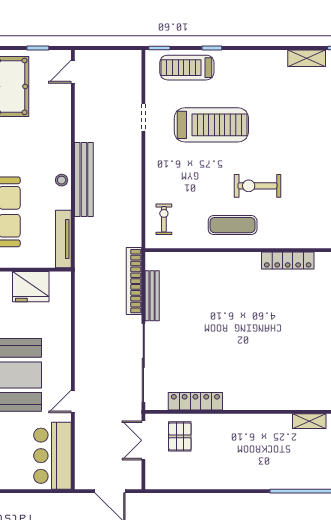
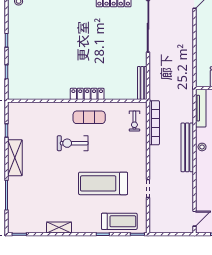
shelving: (307, 58) -> (59, 227), moved
exercise bike: (257, 186) -> (73, 143), turned 180
locker: (288, 261) -> (87, 94), moved
bookcase: (134, 281) -> (154, 123), moved
bench: (152, 296) -> (142, 83), moved

